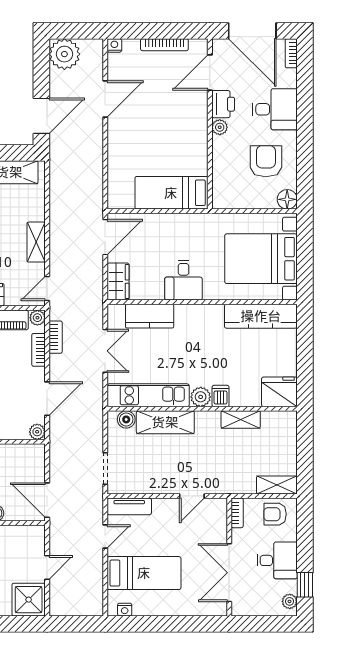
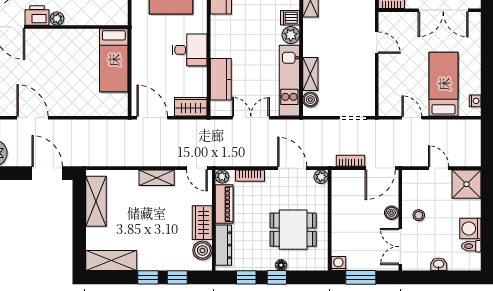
bookcase: (56, 337) -> (350, 161), moved
shelving: (165, 422) -> (310, 74), width x0.67, depth x0.75
tv unit: (129, 506) -> (386, 97), removed

